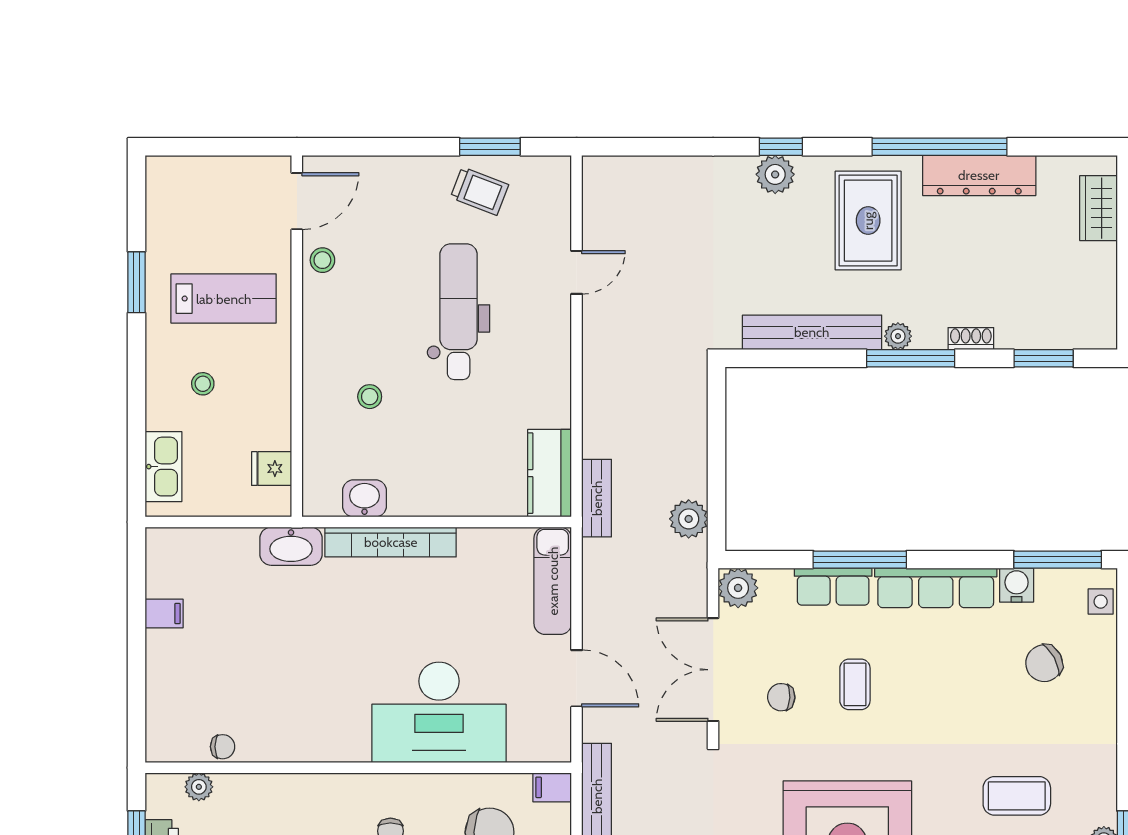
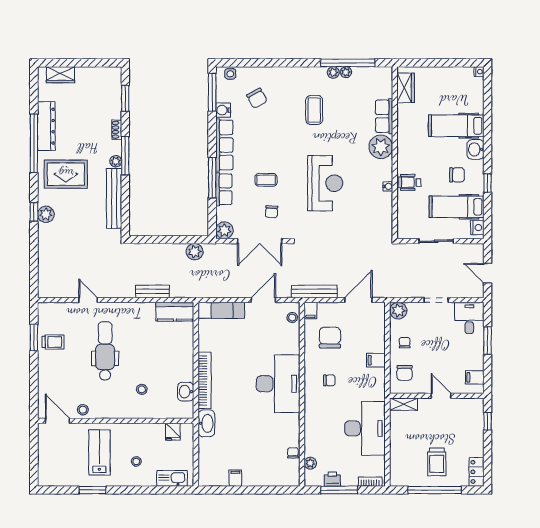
trolley: (479, 191) -> (53, 342), turned 69
dental chair: (459, 312) -> (105, 351), turned 90
bench: (597, 498) -> (152, 291), moved
desk: (439, 712) -> (278, 384), moved
stool: (536, 745) -> (292, 318), added

